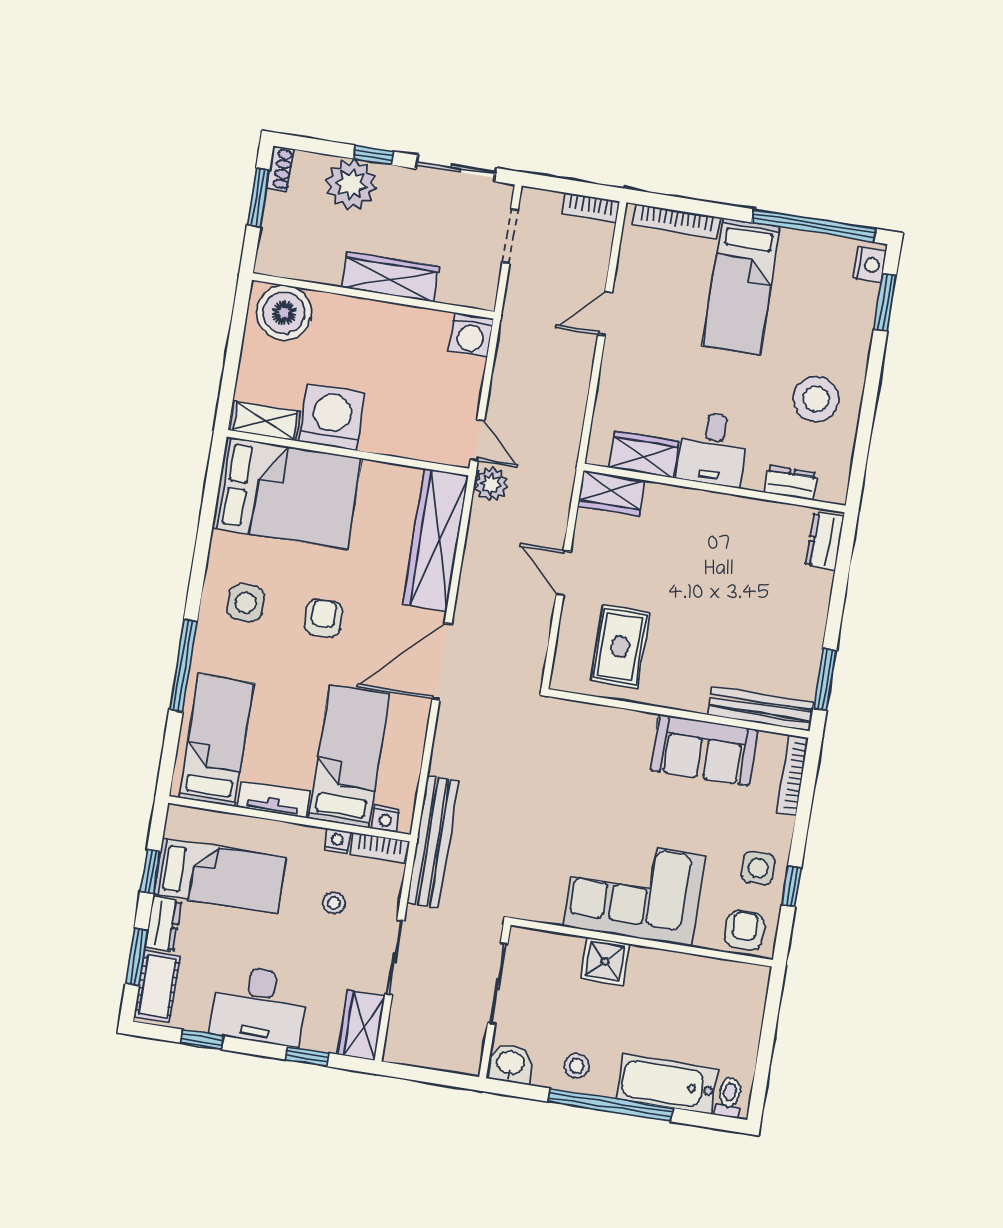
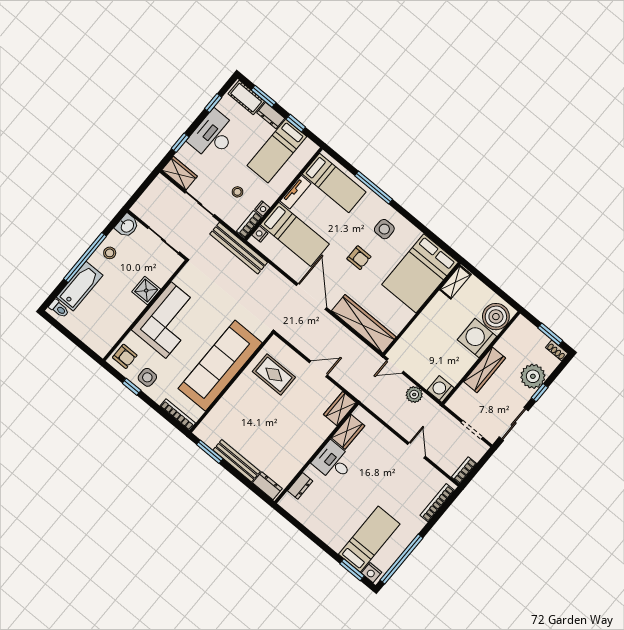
bed: (741, 286) -> (369, 539), moved, turned 90
stool: (816, 399) -> (329, 517), removed
washing machine: (332, 417) -> (477, 338), moved, turned 180
plant: (491, 484) -> (414, 395), moved
bench: (761, 709) -> (237, 461), moved, turned 90
sofa: (704, 750) -> (220, 366), width x1.85, depth x1.27

